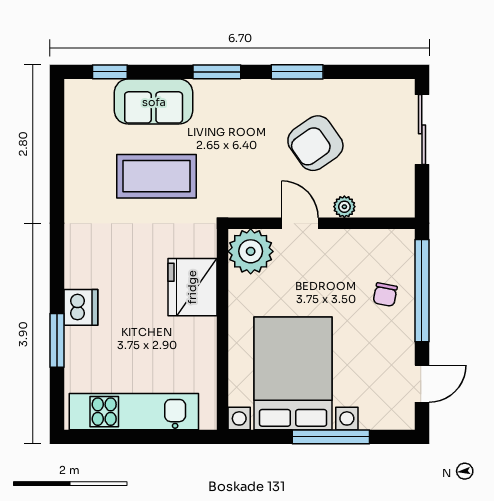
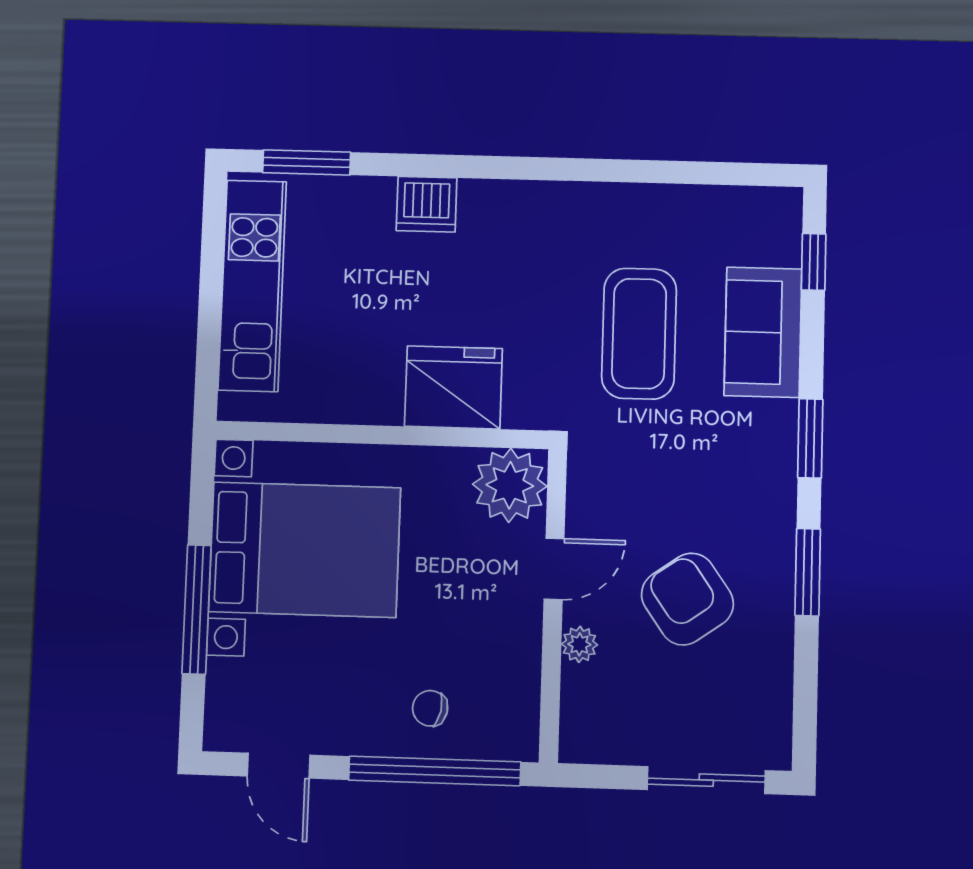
window: (57, 340) -> (307, 162), moved

